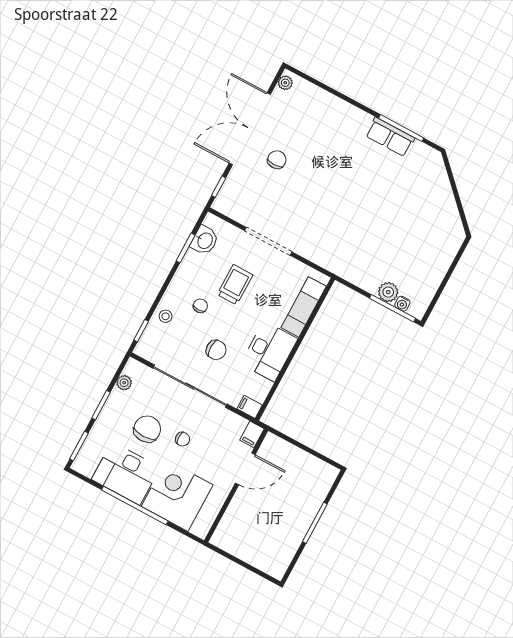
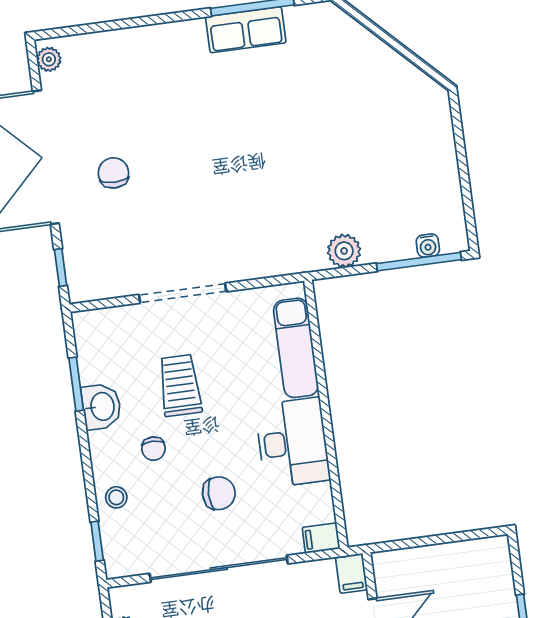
washbasin: (205, 240) -> (101, 407), moved
plant: (388, 292) -> (344, 251), moved
chair: (200, 306) -> (153, 449), turned 180

